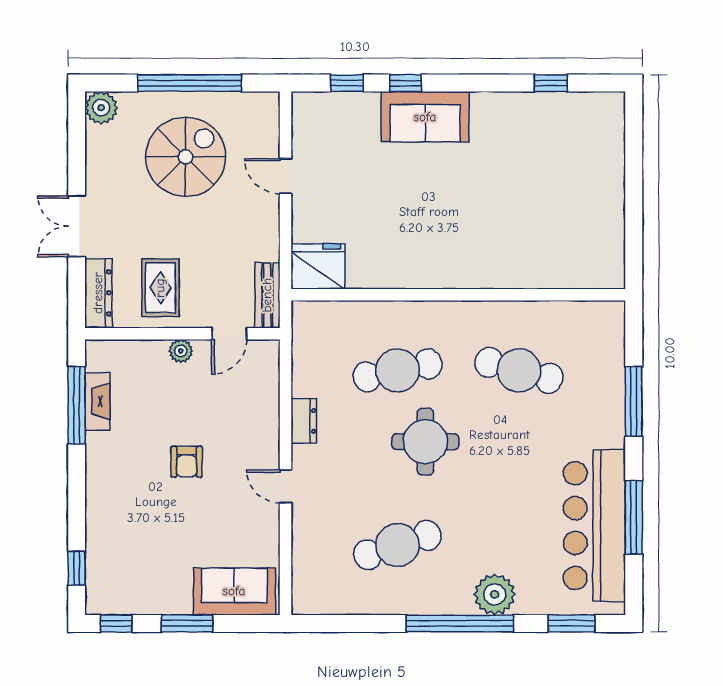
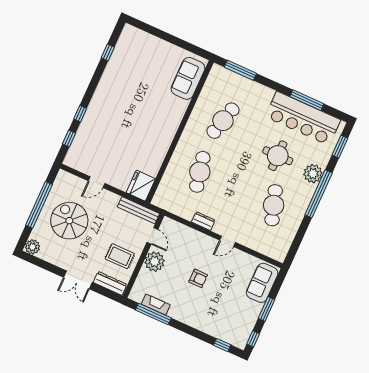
sofa: (425, 117) -> (188, 78), moved, turned 180
bench: (267, 295) -> (138, 210), width x1.36
plant: (181, 351) -> (155, 262), width x1.87, depth x1.87
window: (634, 402) -> (240, 70), moved
round table: (425, 442) -> (278, 156), moved

